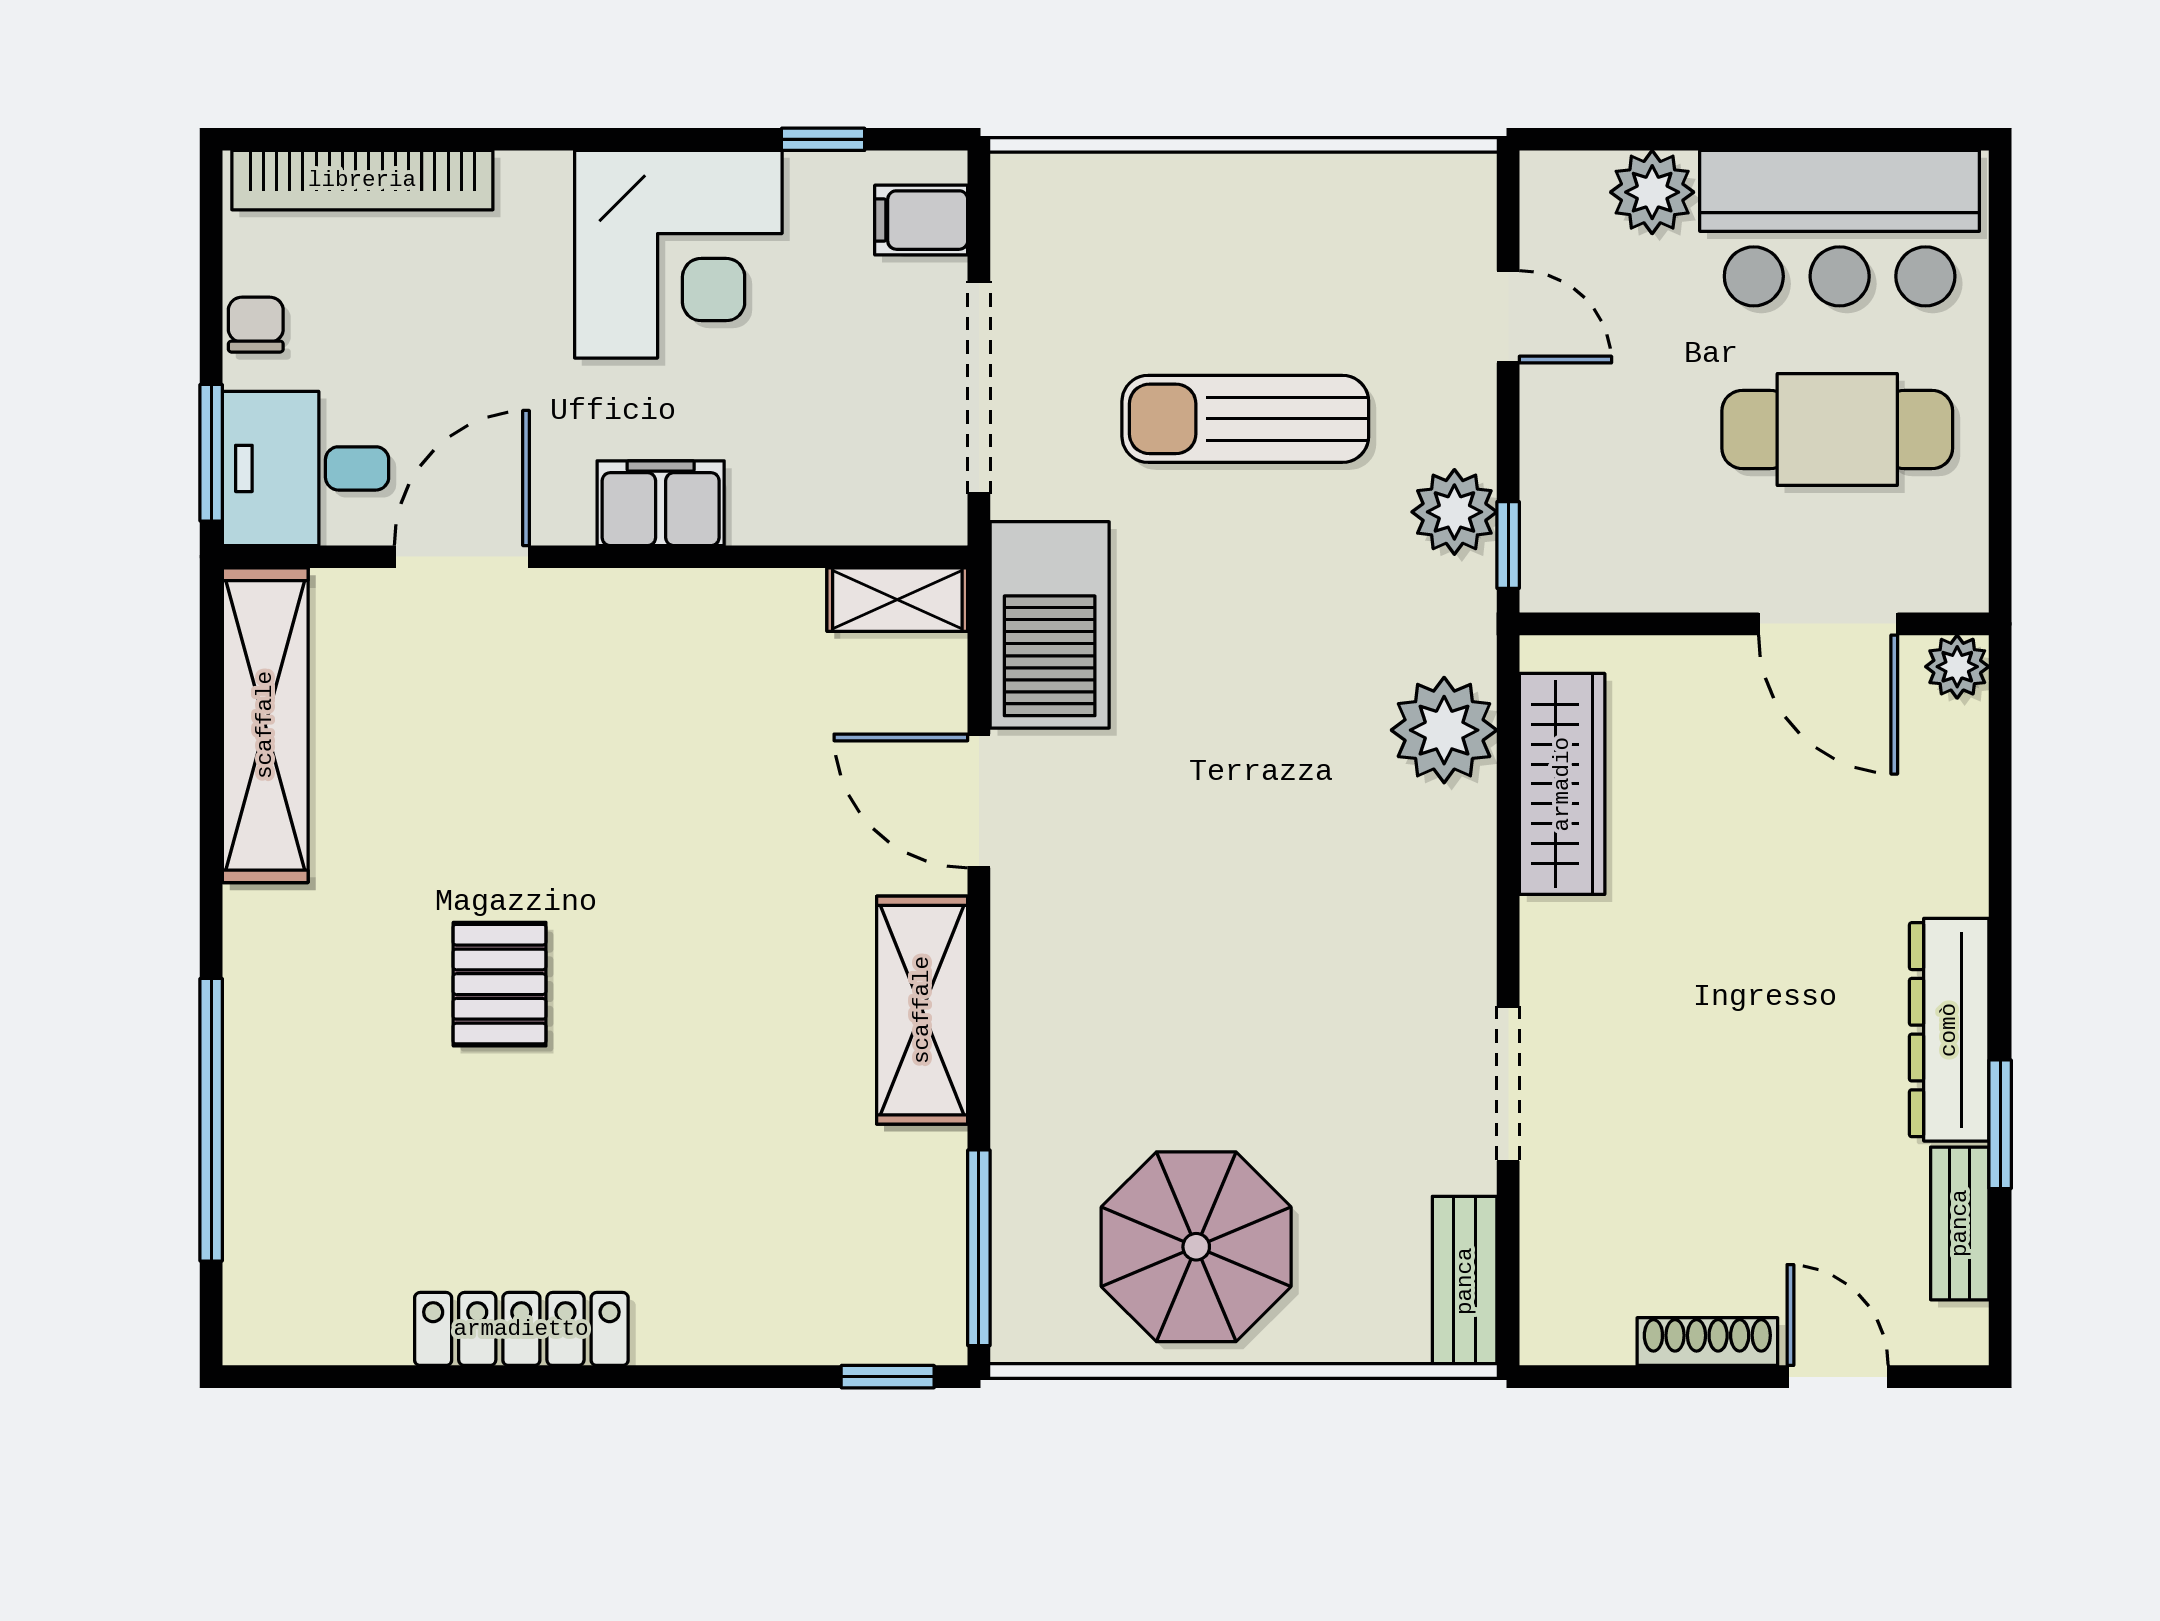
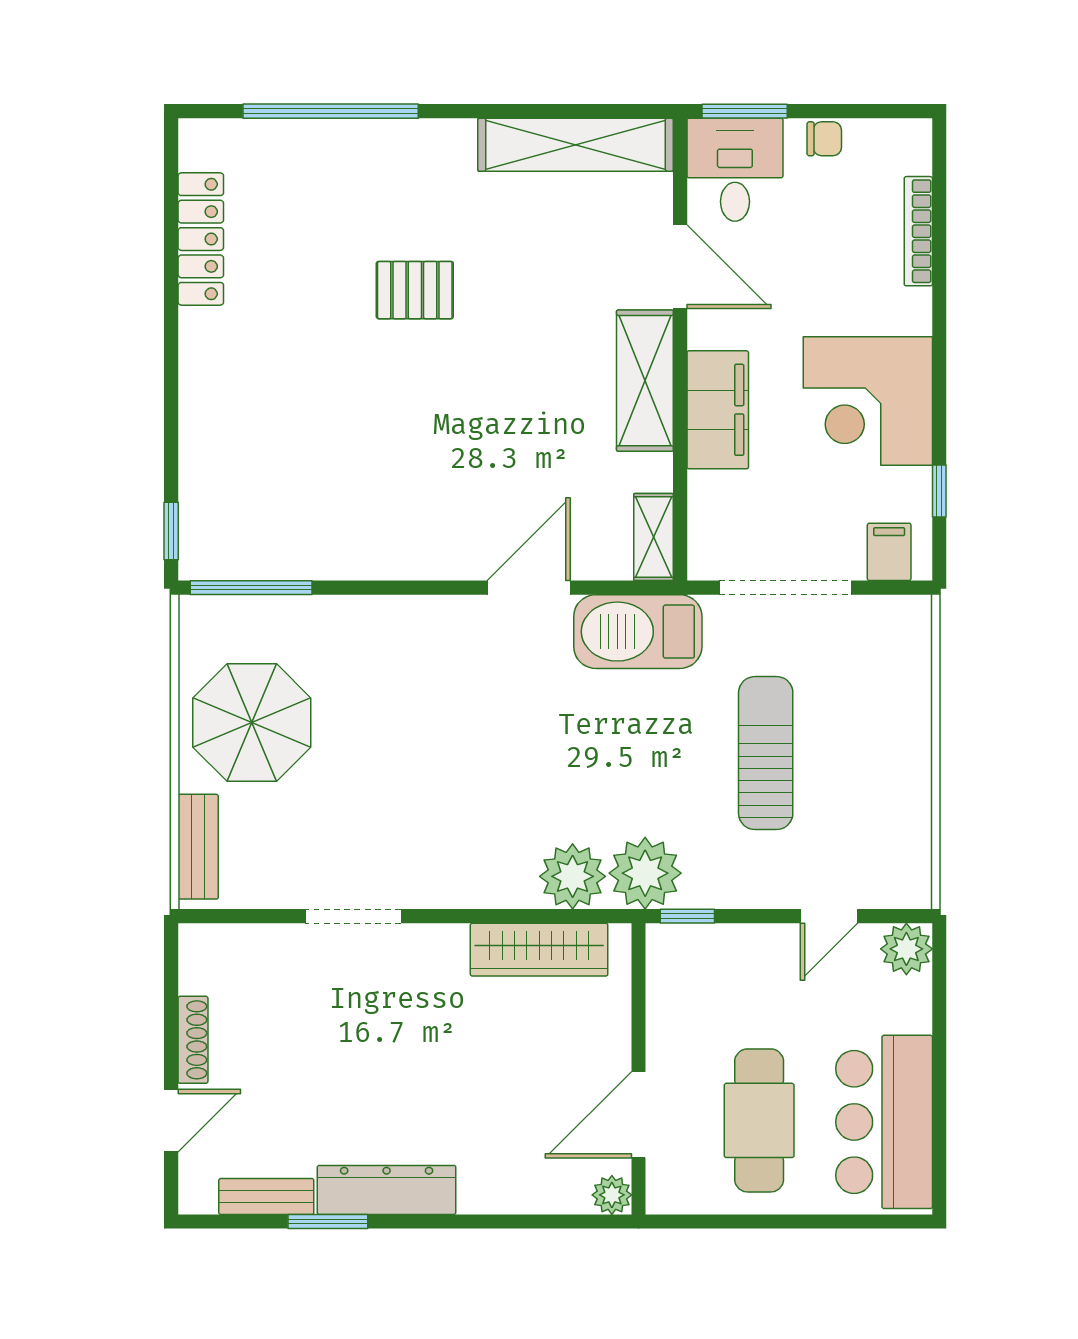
bookcase: (362, 180) -> (918, 231), width x0.68, depth x0.76
plant: (1652, 192) -> (906, 949), moved
filing cabinet: (661, 503) -> (718, 410), width x1.50, depth x1.17
plant: (1454, 512) -> (645, 873), moved, width x1.36, depth x1.36
shelving: (922, 1010) -> (645, 381), moved, turned 90
bench: (1465, 1281) -> (198, 847), moved, turned 90
locker: (521, 1329) -> (201, 239), moved

